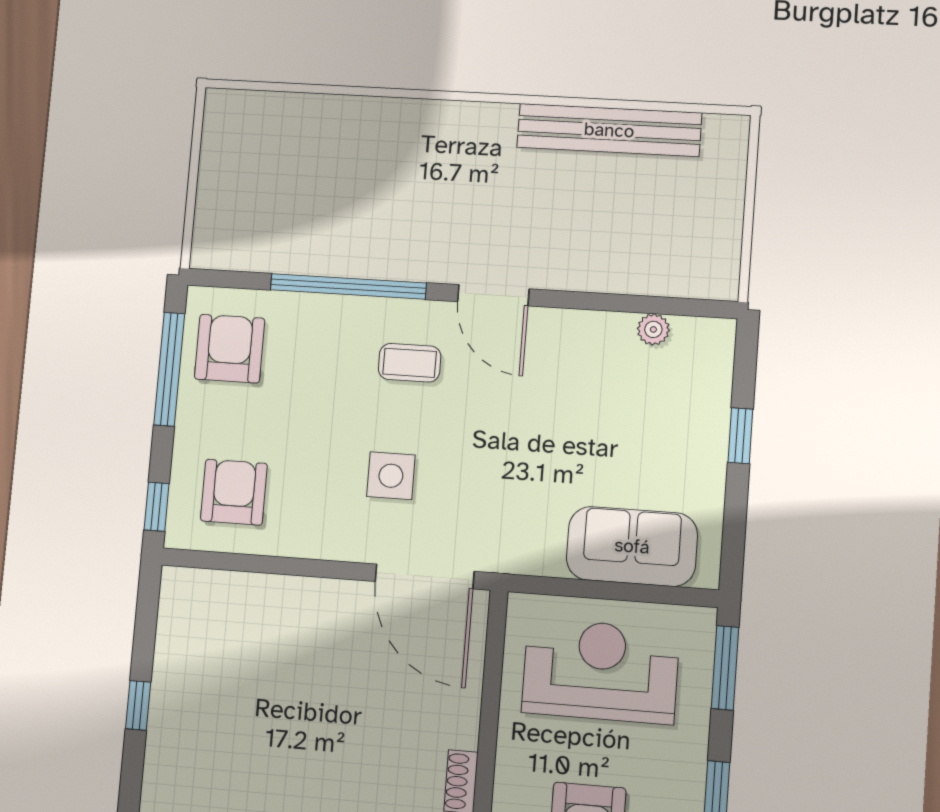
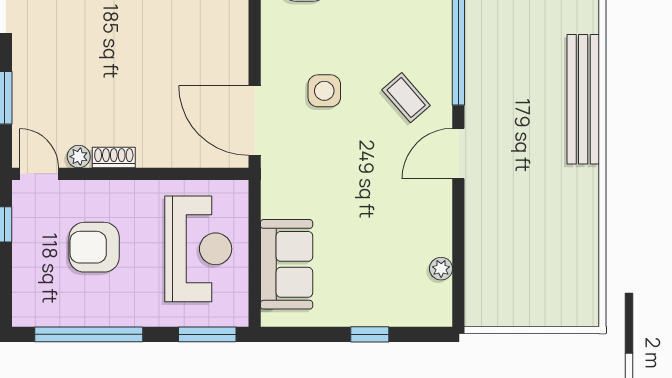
bench: (609, 130) -> (583, 99), moved
coffee table: (410, 363) -> (406, 98), turned -41
door: (425, 576) -> (255, 121), hinge flipped

